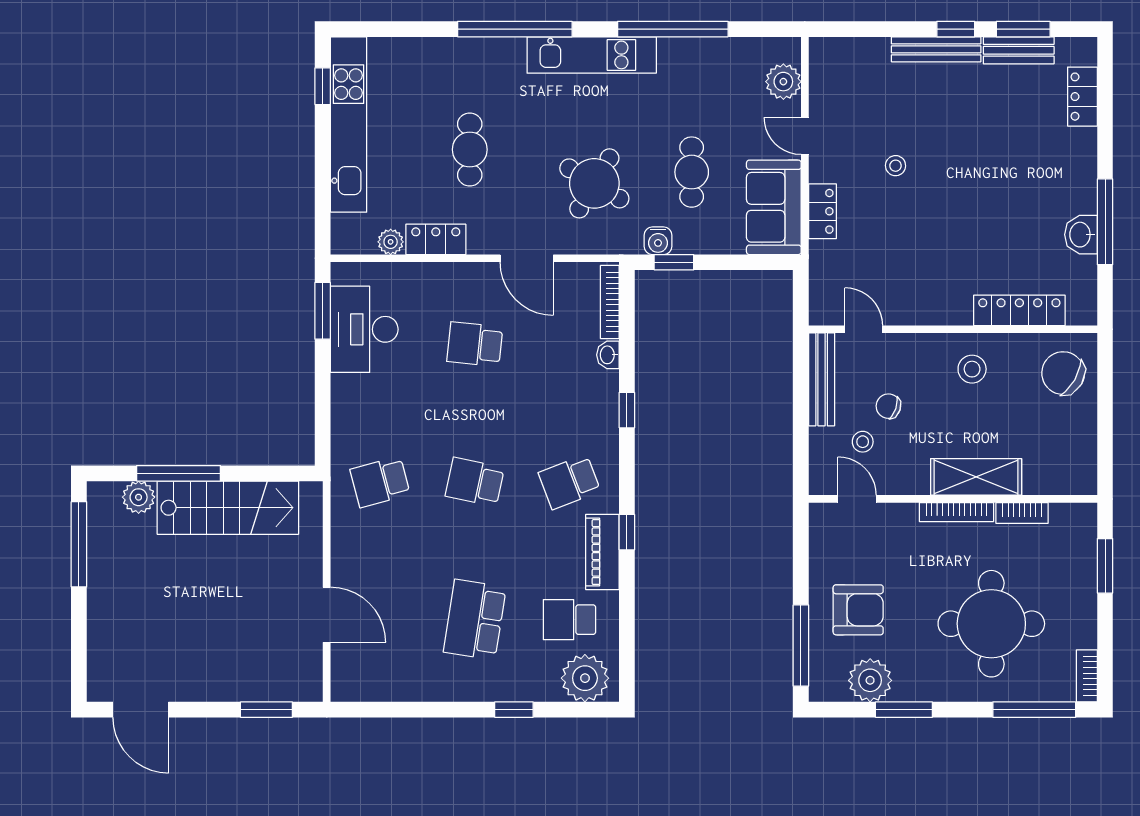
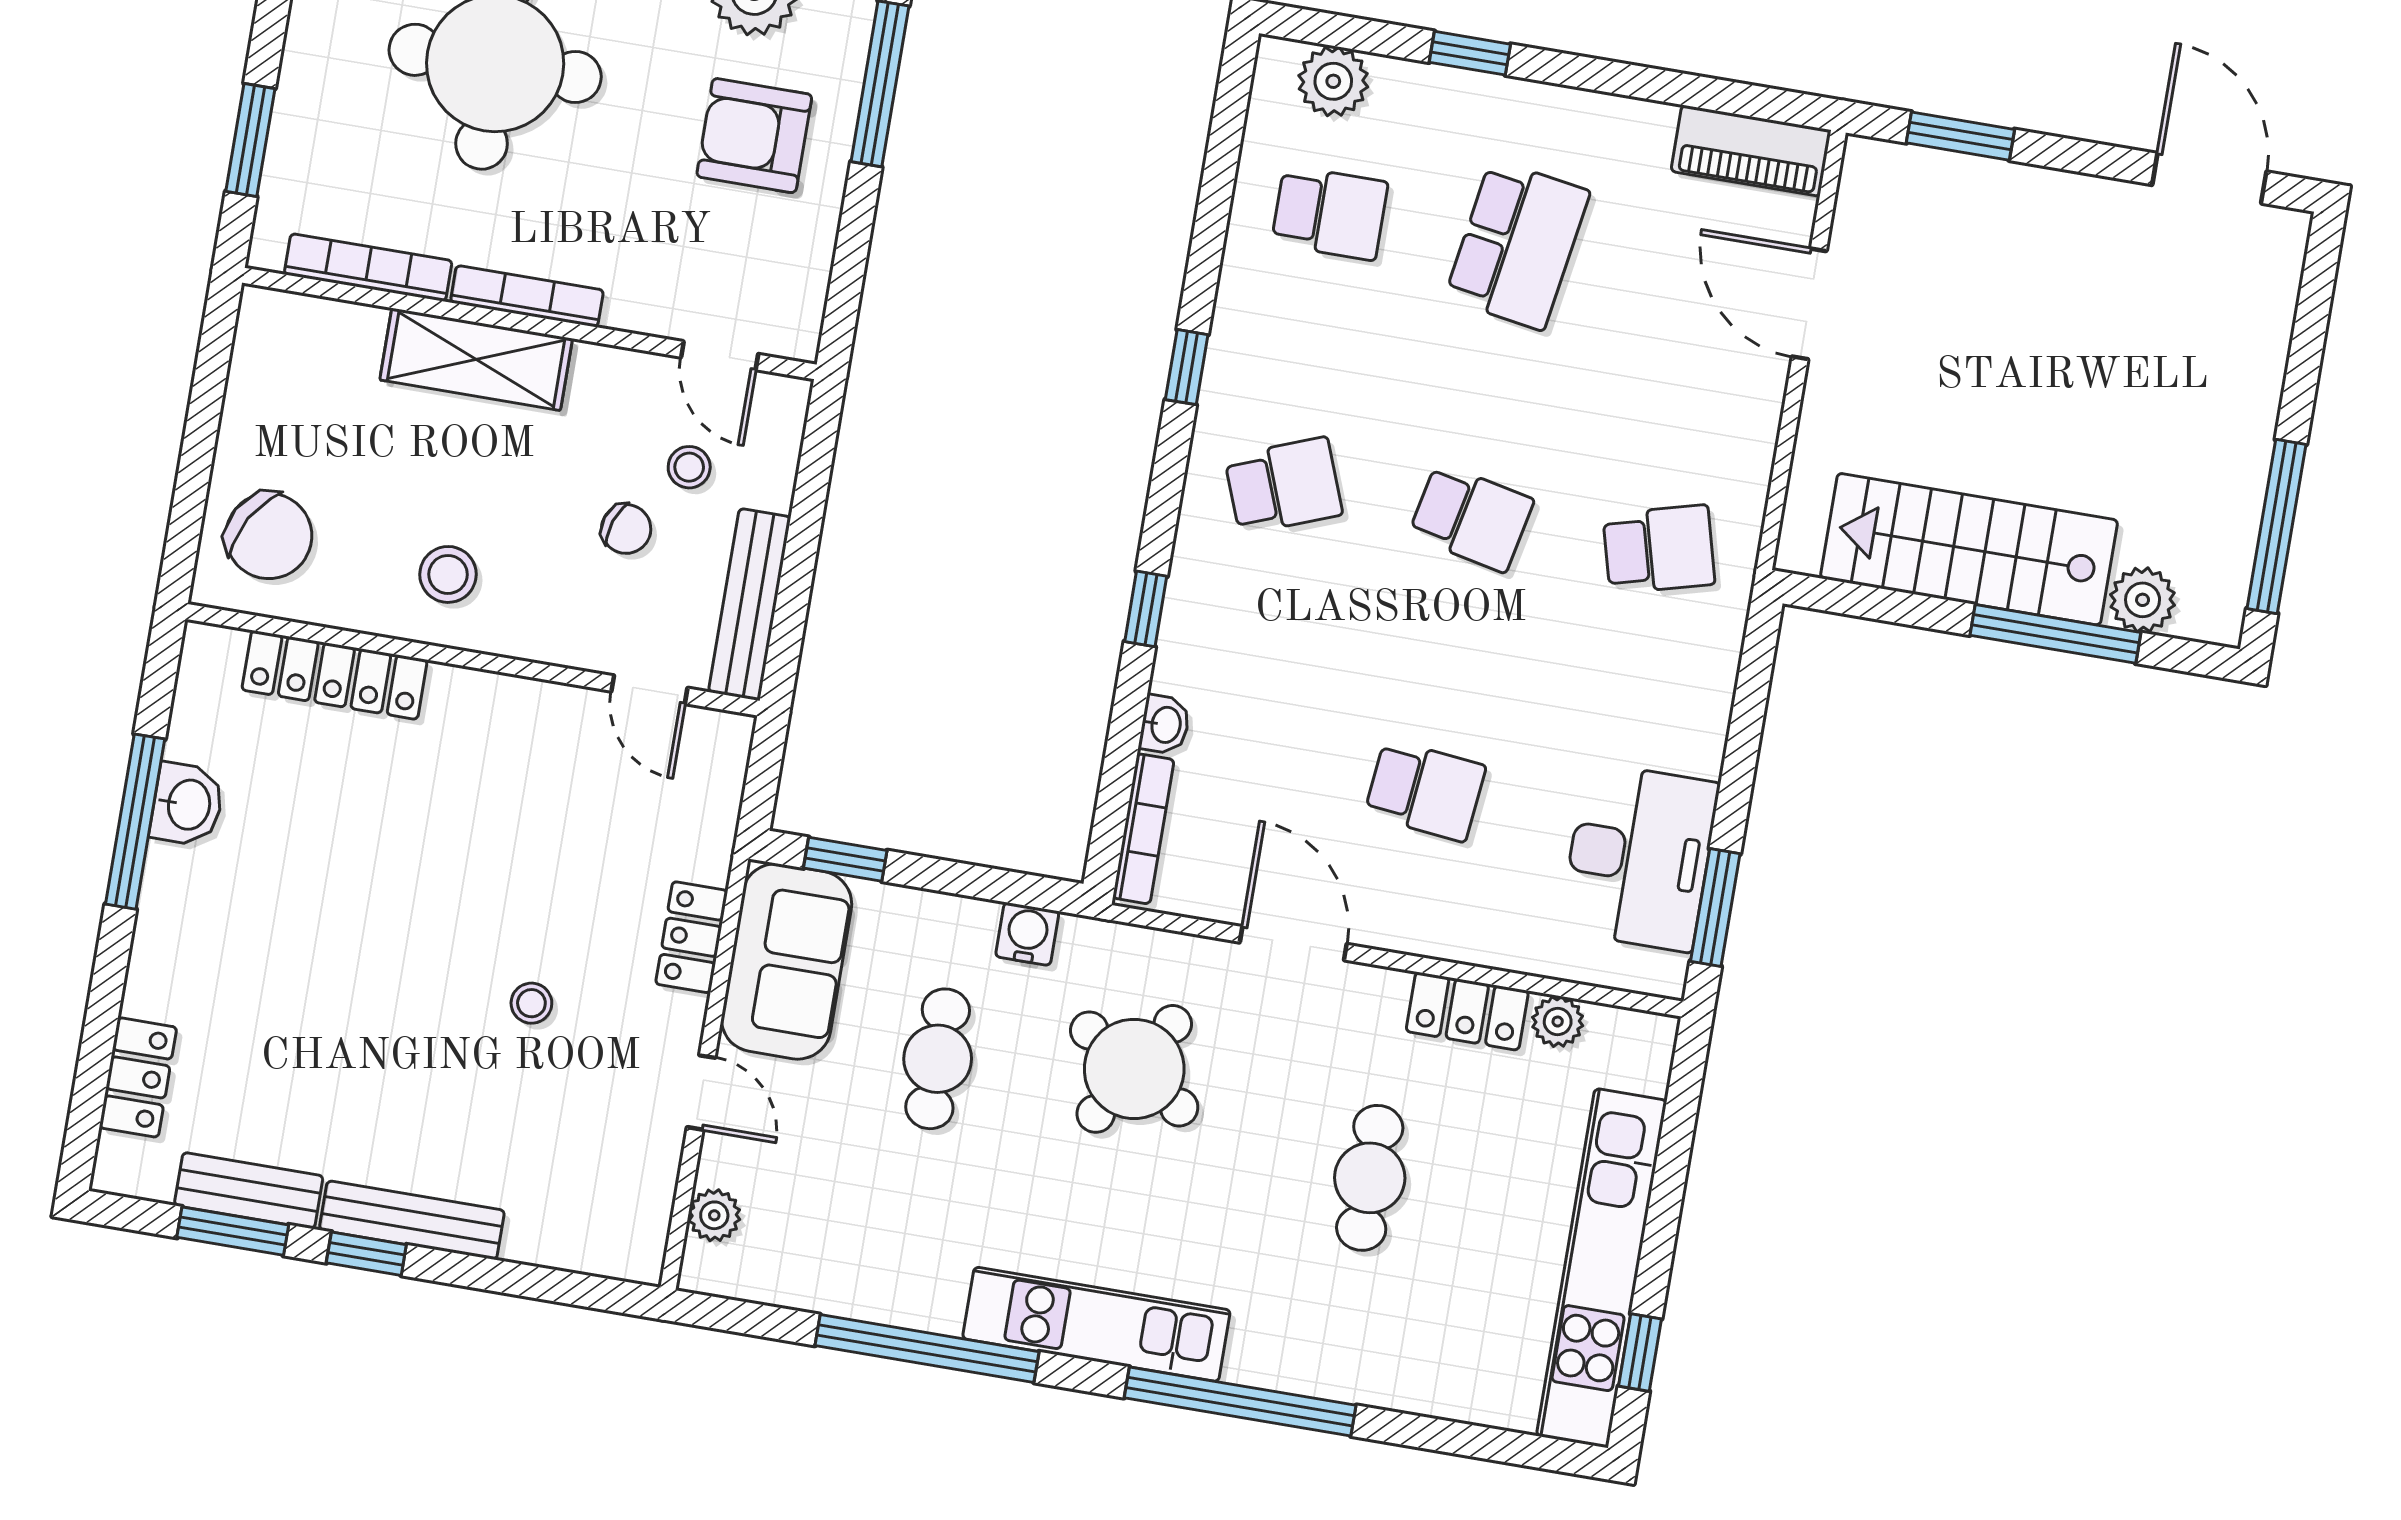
plant: (783, 82) -> (714, 1215), width x0.73, depth x0.73
window: (674, 262) -> (845, 859), moved
bookcase: (1022, 513) -> (368, 268), width x1.56
piano: (602, 552) -> (1751, 151), moved, turned 90
plant: (585, 678) -> (1333, 81), width x0.73, depth x0.73

